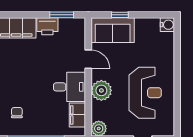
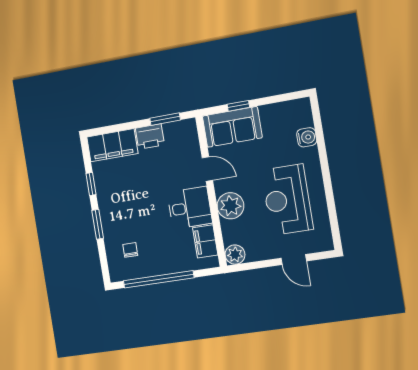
water cooler: (167, 25) -> (307, 137), moved
reception desk: (145, 93) -> (287, 200), turned 180

